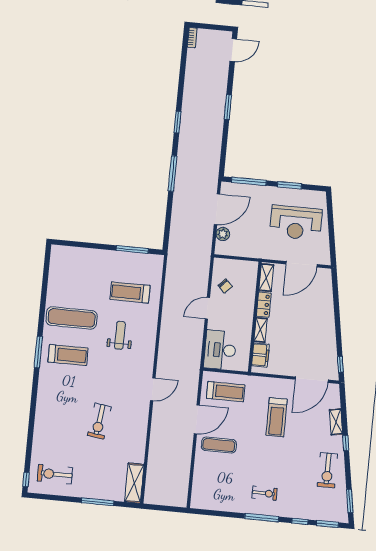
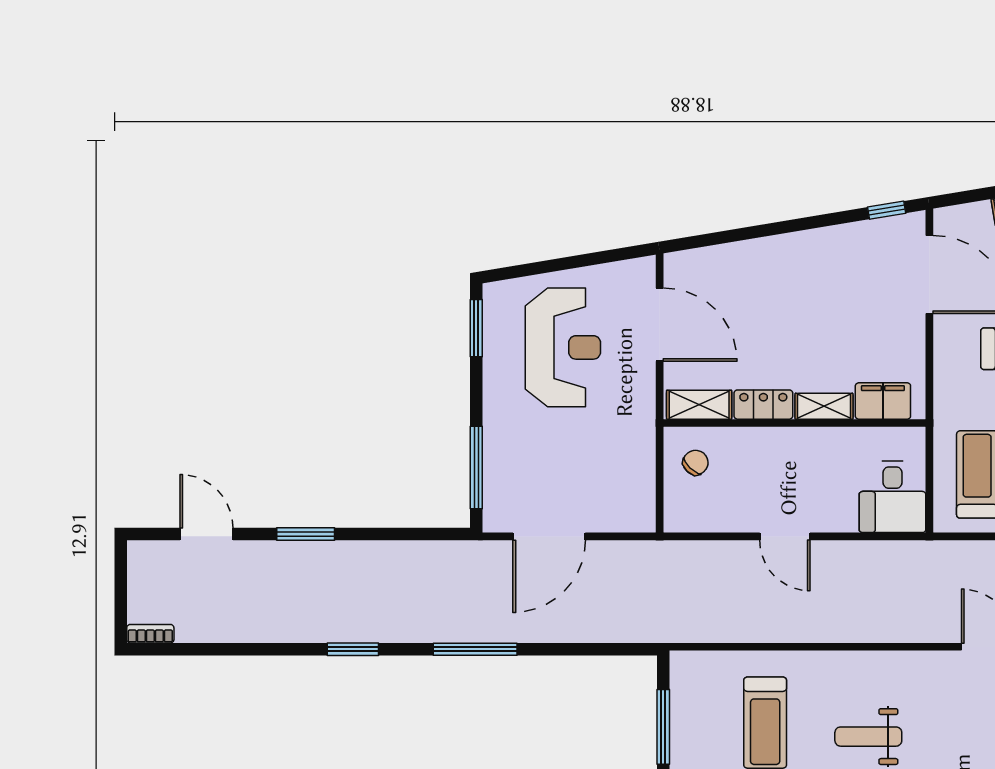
door: (233, 50) -> (206, 534), moved
window: (289, 185) -> (476, 328), moved
door: (217, 209) -> (549, 536), swing flipped
plant: (223, 234) -> (606, 517), removed
chair: (225, 286) -> (696, 463), moved
desk: (220, 350) -> (893, 497), width x0.73

